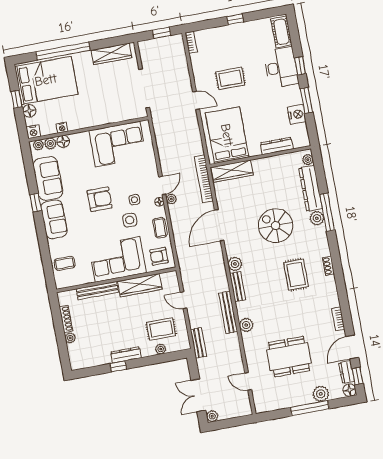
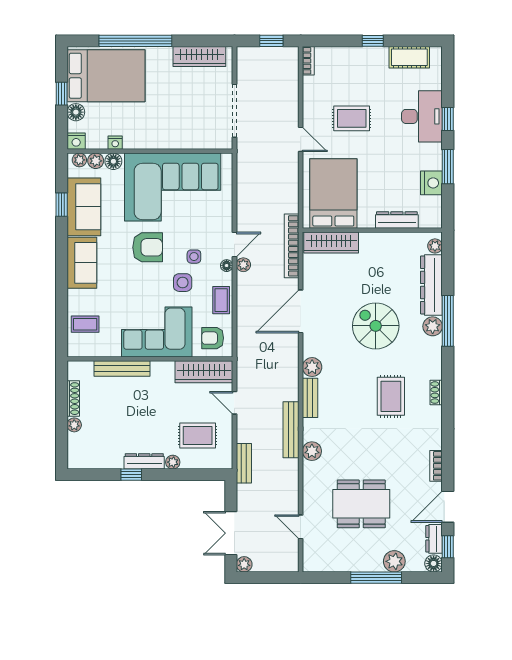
cot: (281, 32) -> (409, 57), moved, turned 90
corner sofa: (118, 144) -> (173, 187), width x1.36, depth x1.36
window: (36, 203) -> (62, 205), moved
wardrobe: (140, 285) -> (204, 372), moved
plant: (161, 349) -> (173, 462), moved

